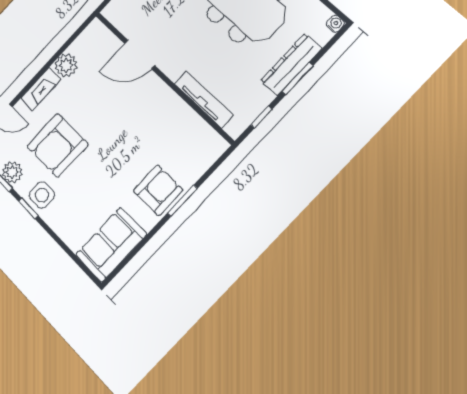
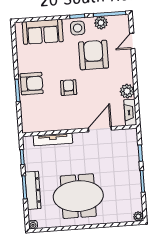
fireplace: (41, 89) -> (130, 112), moved
armchair: (123, 139) -> (69, 88), added
armchair: (158, 190) -> (32, 84), turned -90
sofa: (111, 245) -> (43, 32), moved, turned 90

